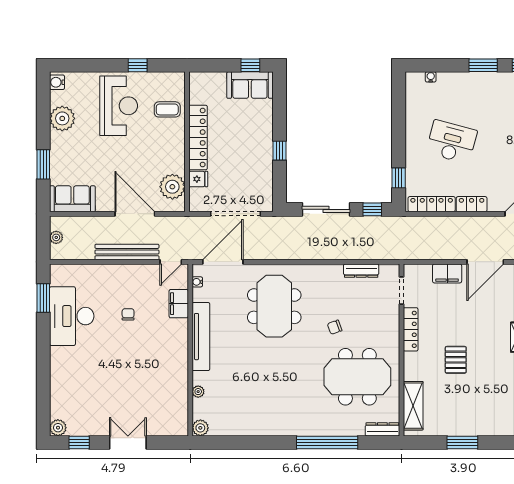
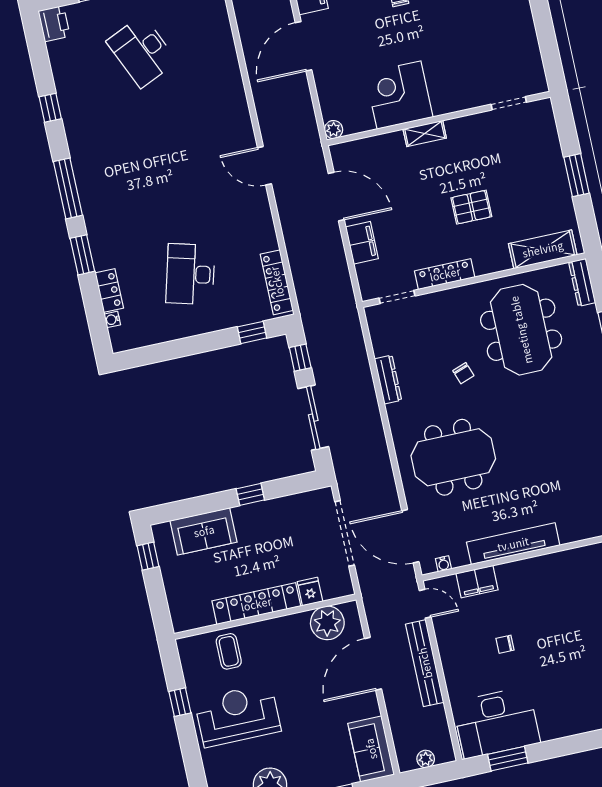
sofa: (250, 85) -> (204, 531), moved, turned 90
locker: (472, 204) -> (109, 291), moved, turned 180
dresser: (361, 271) -> (388, 380), moved
desk: (72, 316) -> (496, 723), moved
plant: (198, 392) -> (585, 532), removed

